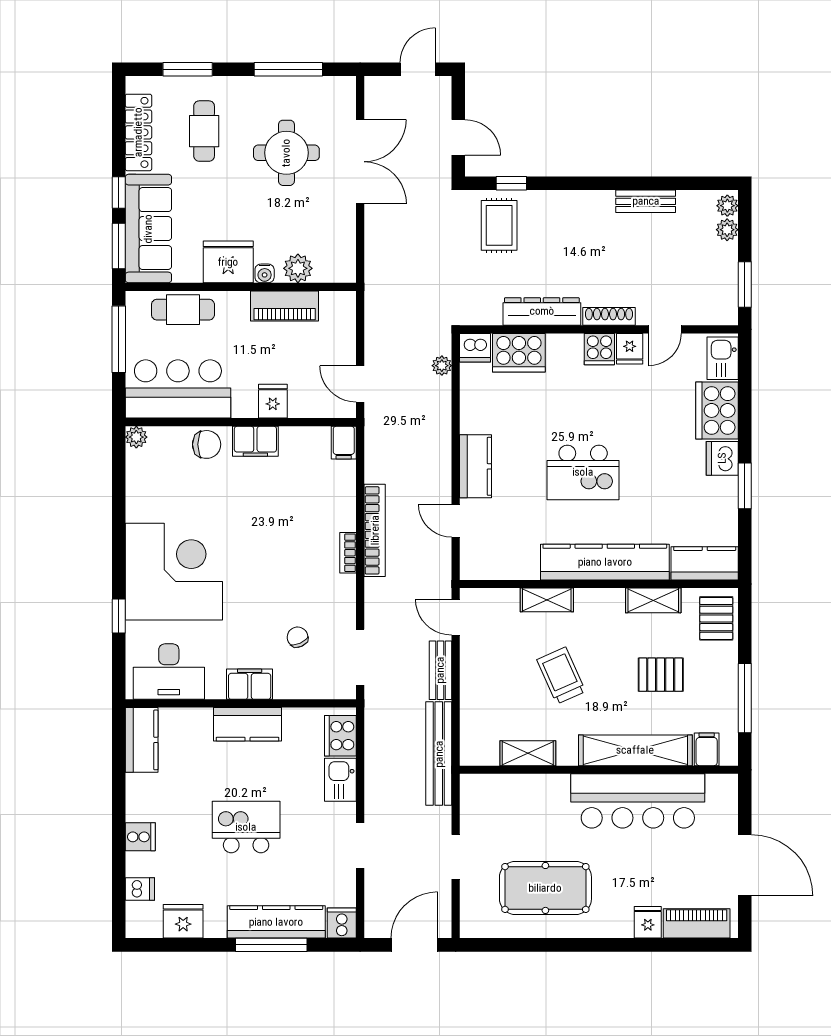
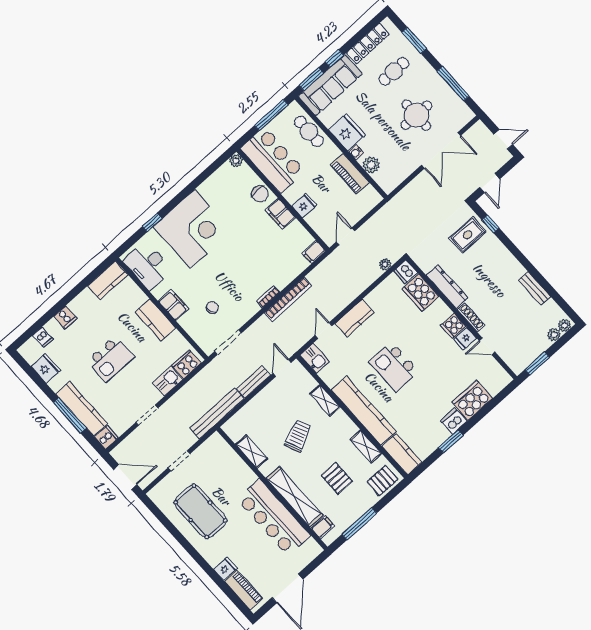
kitchen sink: (723, 358) -> (315, 358), moved, turned 90
kitchen island: (246, 827) -> (111, 359), turned 90

